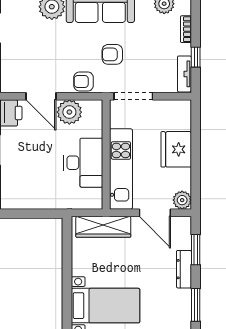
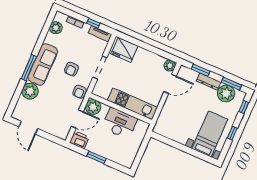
fridge: (176, 149) -> (124, 50), moved
wall: (106, 154) -> (121, 109), moved
desk: (83, 163) -> (120, 123), moved
kitchen unit: (121, 169) -> (132, 104), moved
wardrobe: (103, 227) -> (165, 116), removed
plant: (177, 303) -> (226, 93), added

